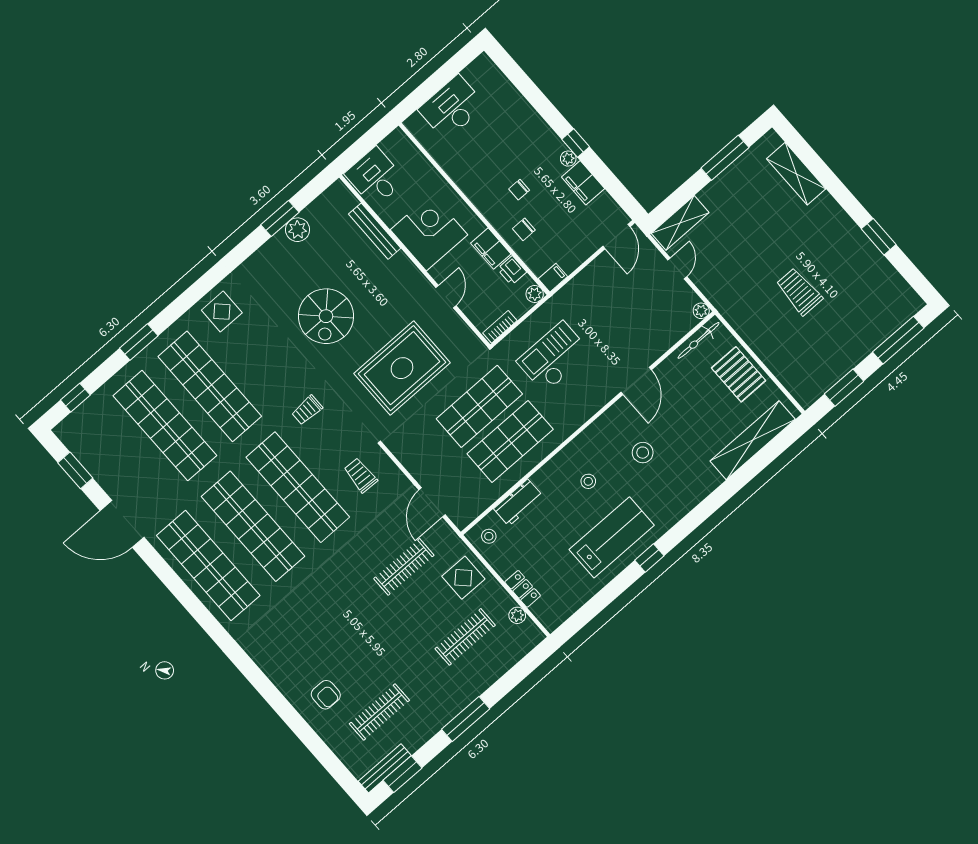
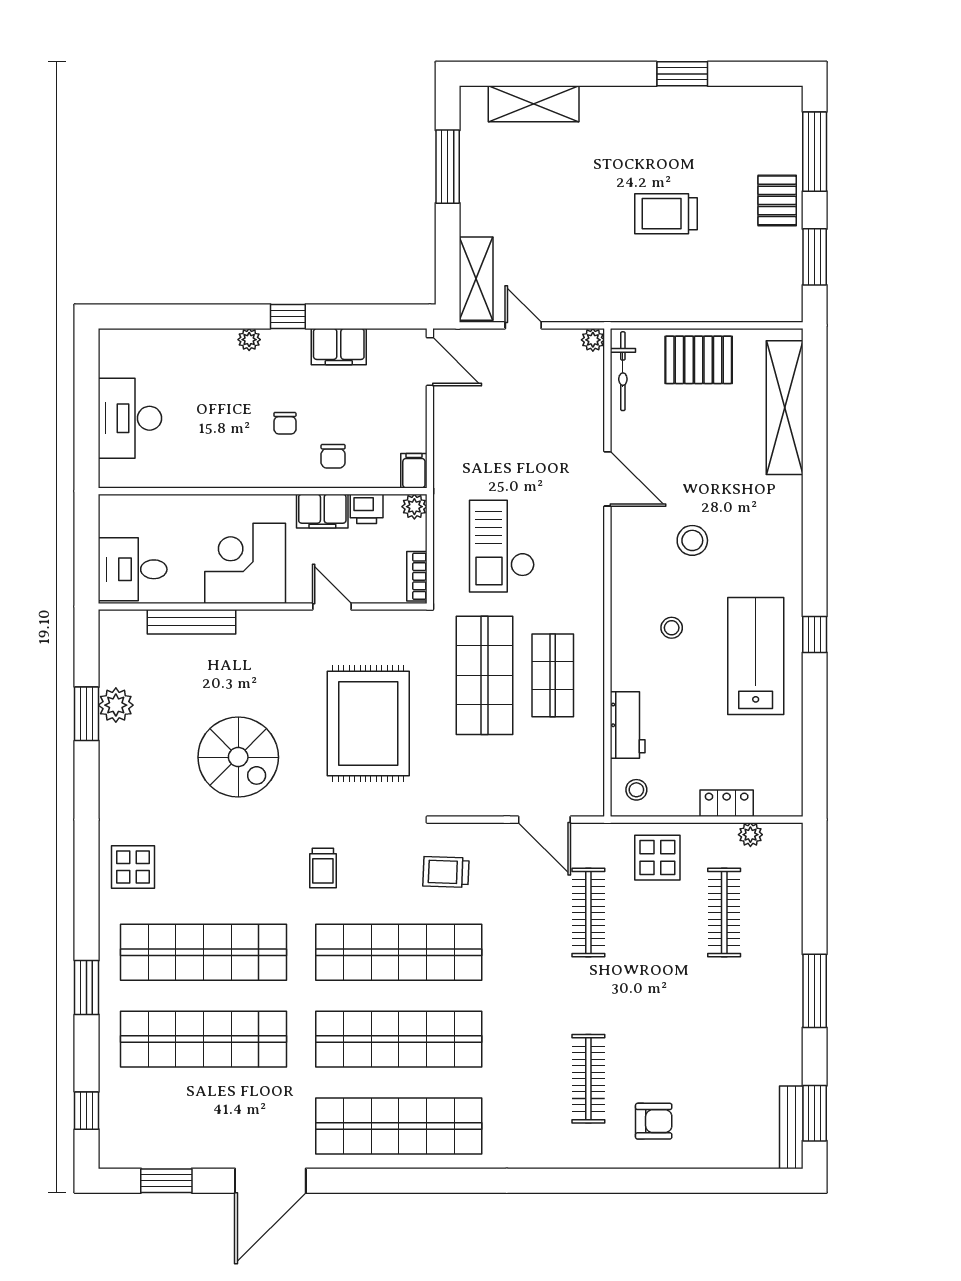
plant: (568, 159) -> (249, 340), moved
pallet: (856, 343) -> (777, 200), added
shop shelf: (510, 441) -> (553, 675), width x0.70, depth x0.74
clothes rail: (379, 712) -> (588, 1079), moved

